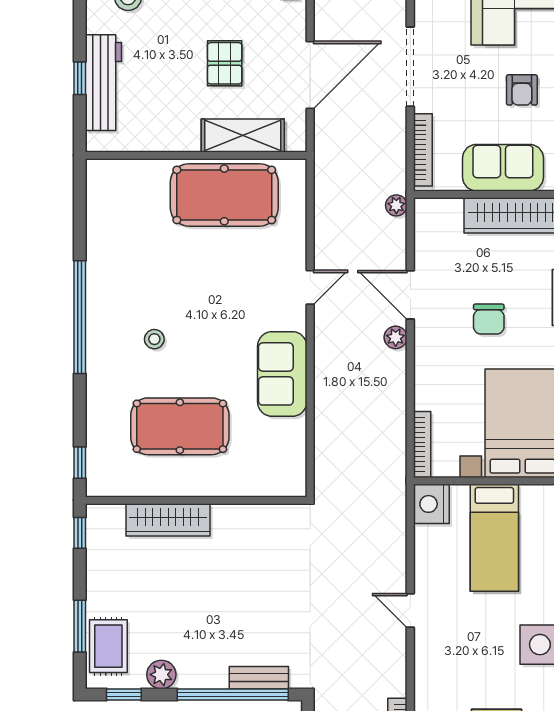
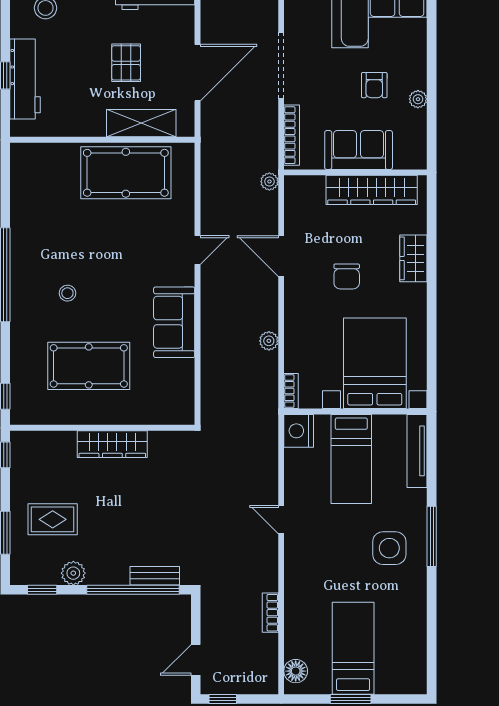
plant: (396, 337) -> (269, 341), moved
bookcase: (422, 444) -> (291, 391), width x0.64
wardrobe: (168, 520) -> (112, 444), moved
rug: (108, 646) -> (53, 519), moved, turned 90

